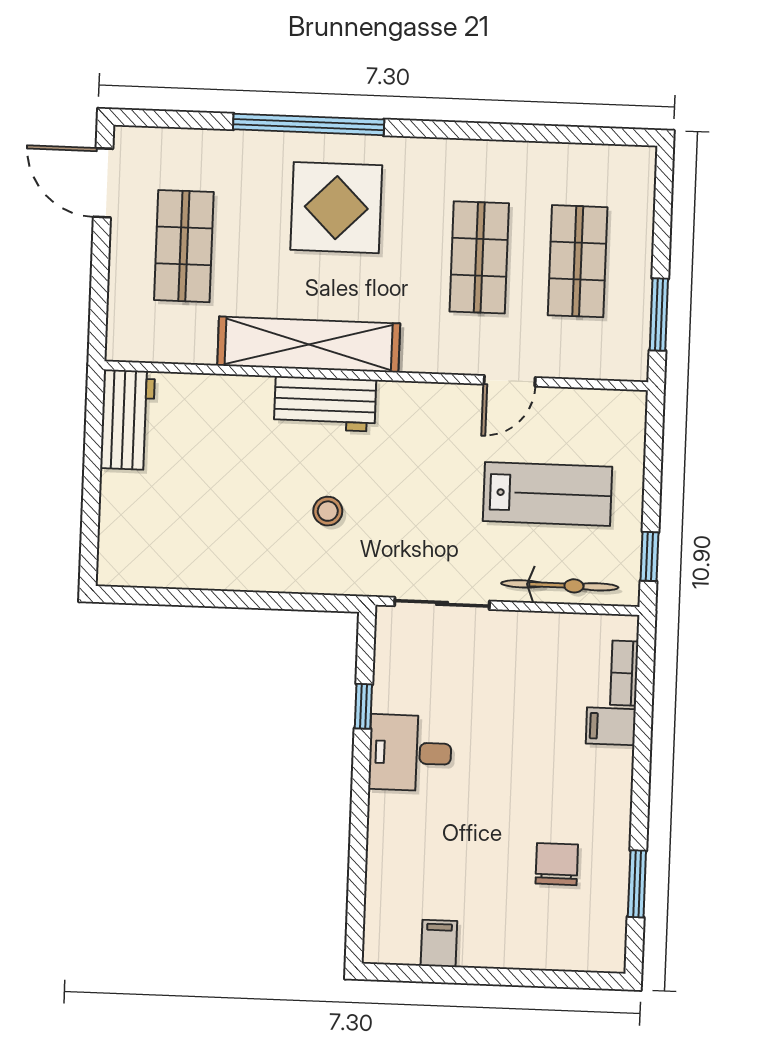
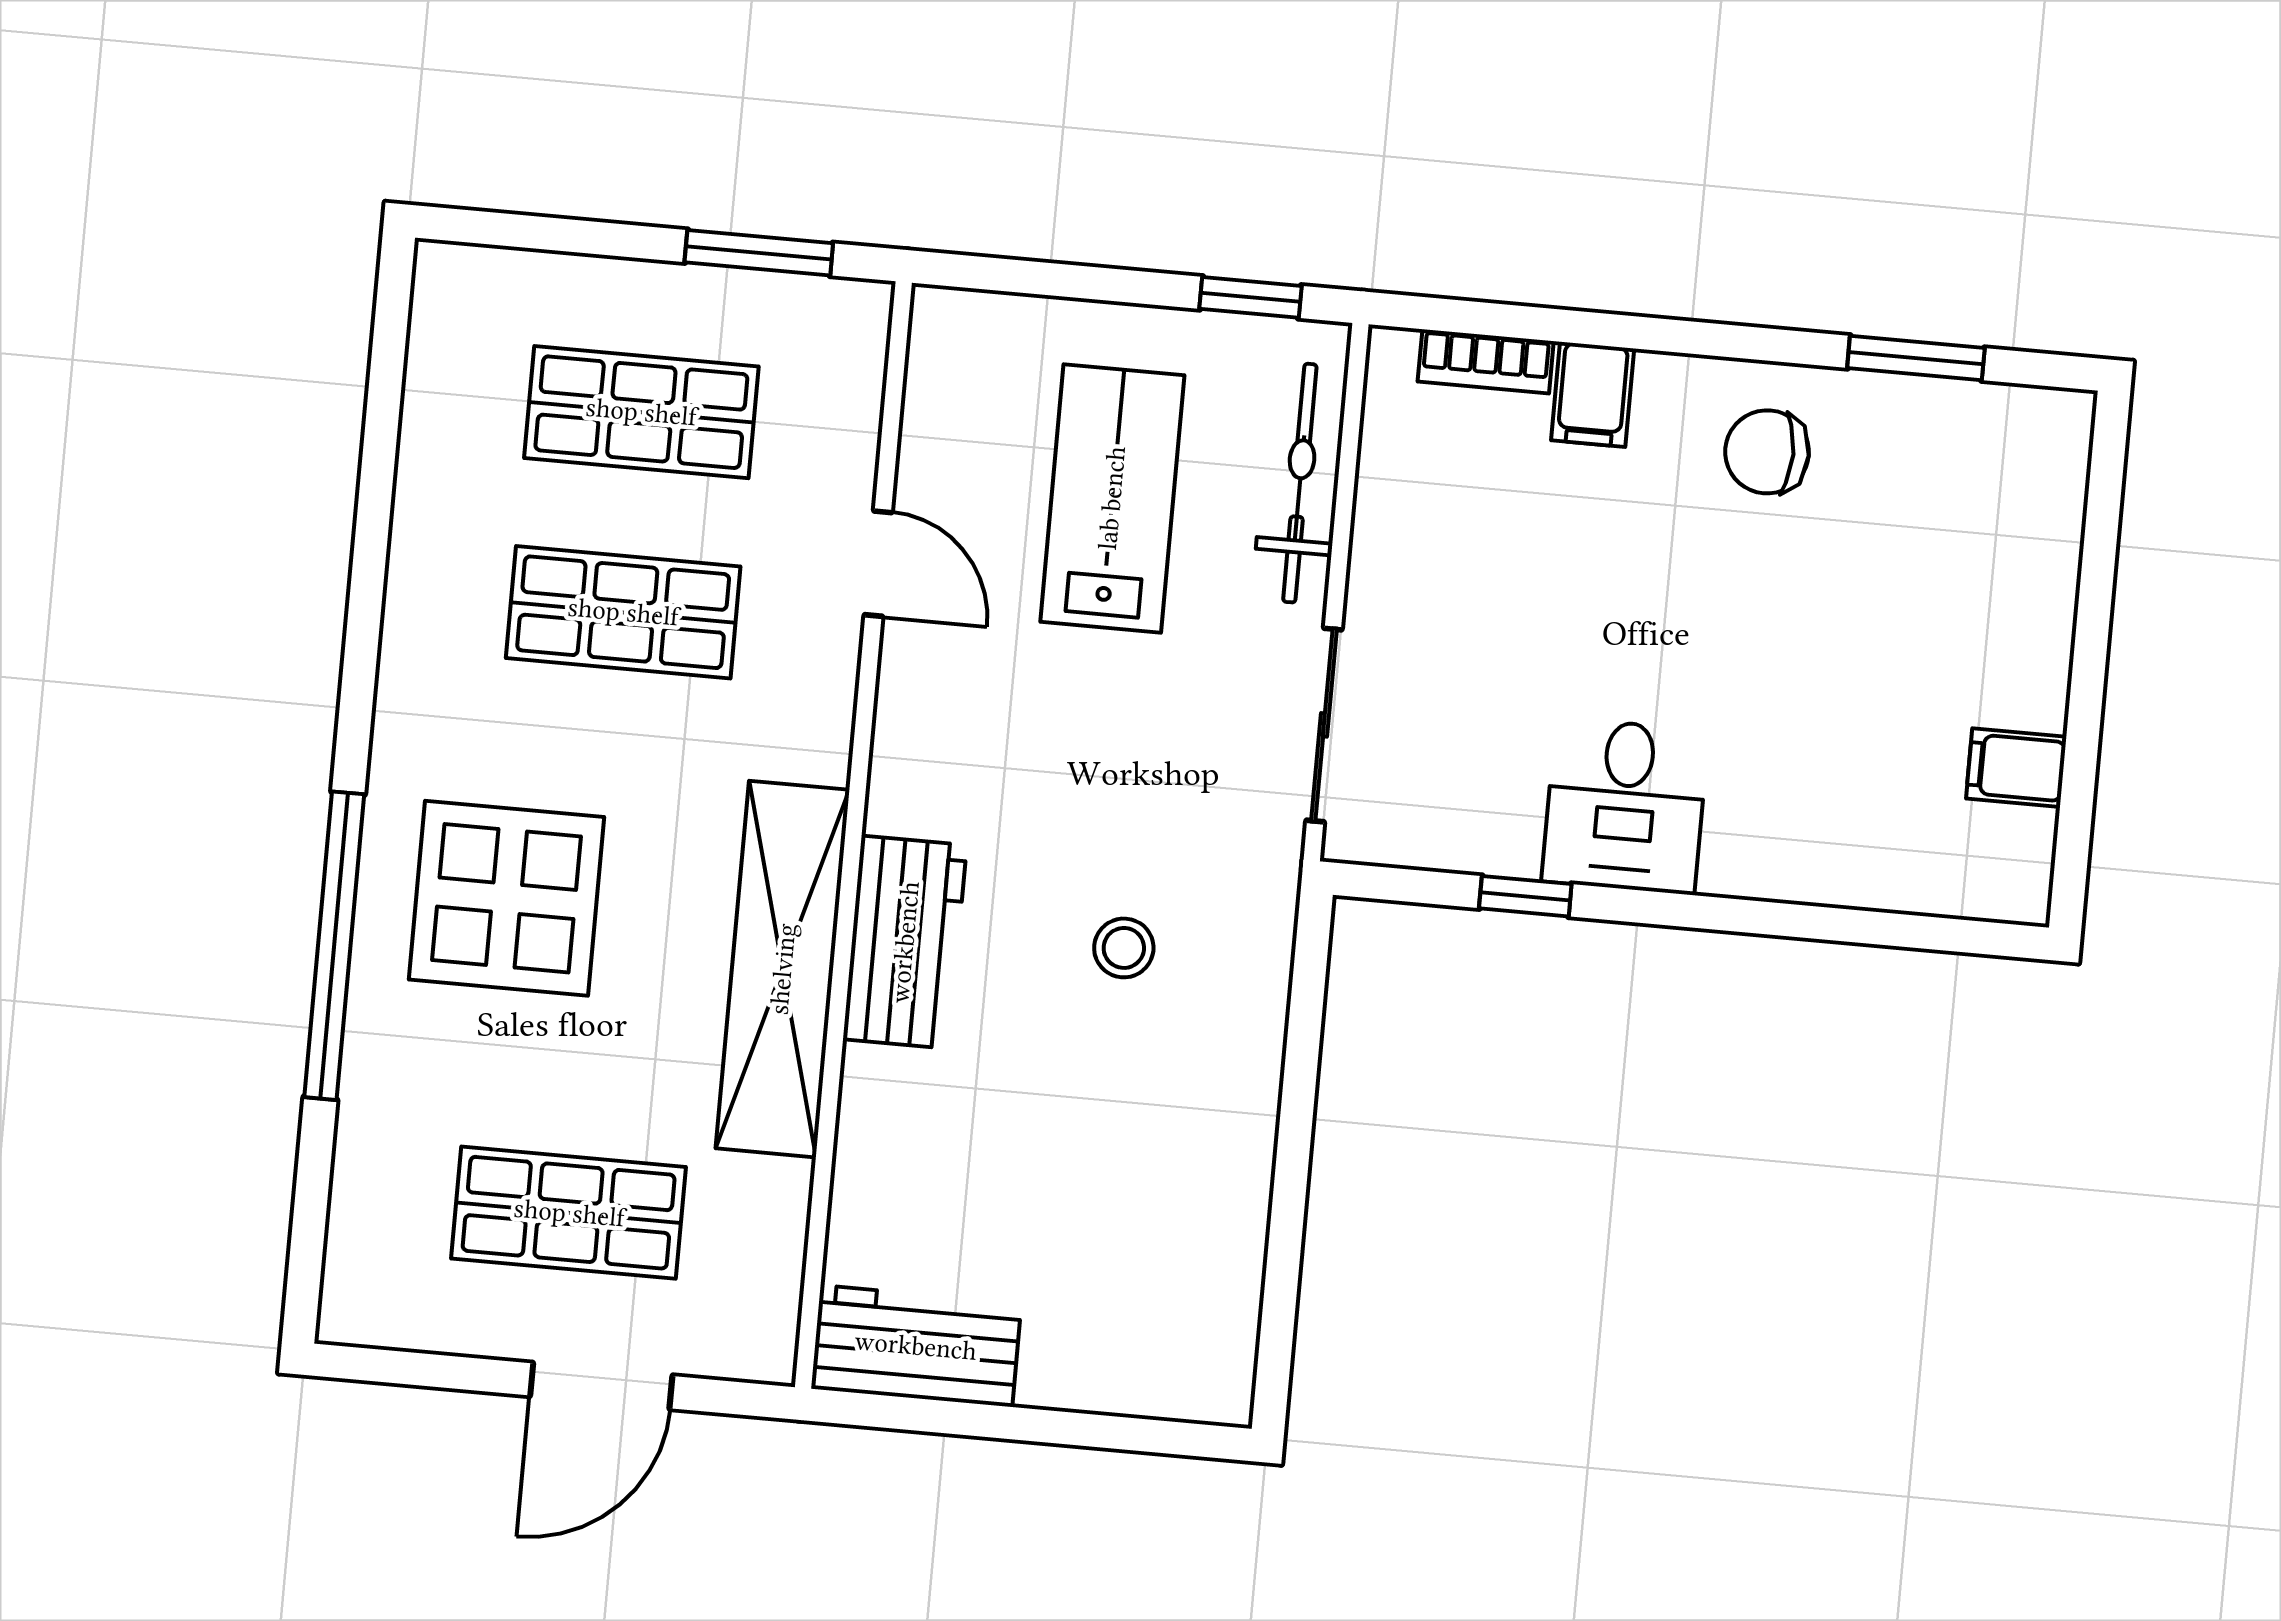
door: (103, 183) -> (601, 1386), moved
chair: (557, 864) -> (1767, 452), moved

